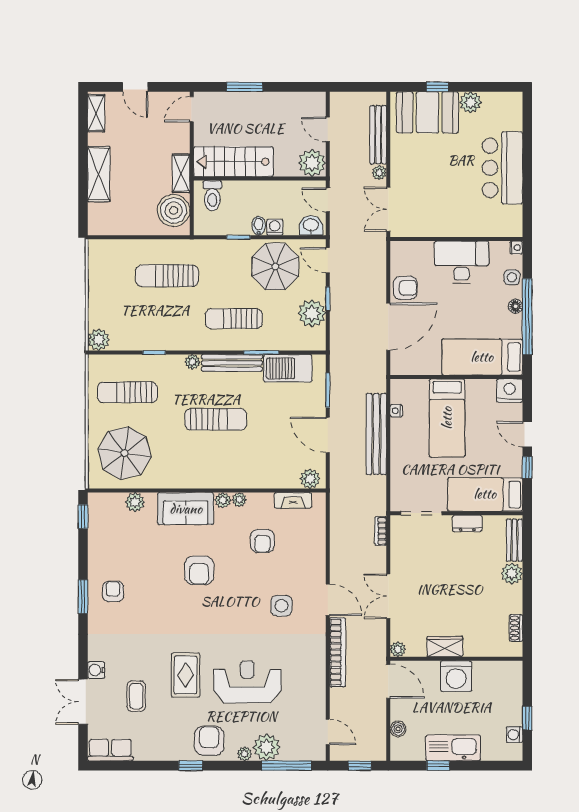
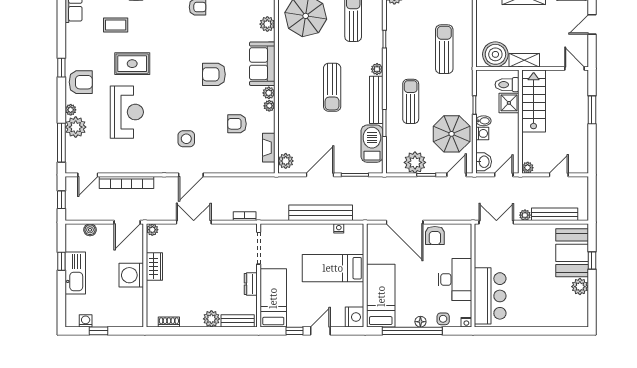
plant: (312, 163) -> (528, 168), width x0.53, depth x0.53
bar counter: (502, 168) -> (490, 296), moved, turned 90
shower: (236, 193) -> (509, 103), added
bookcase: (338, 652) -> (126, 183), moved

